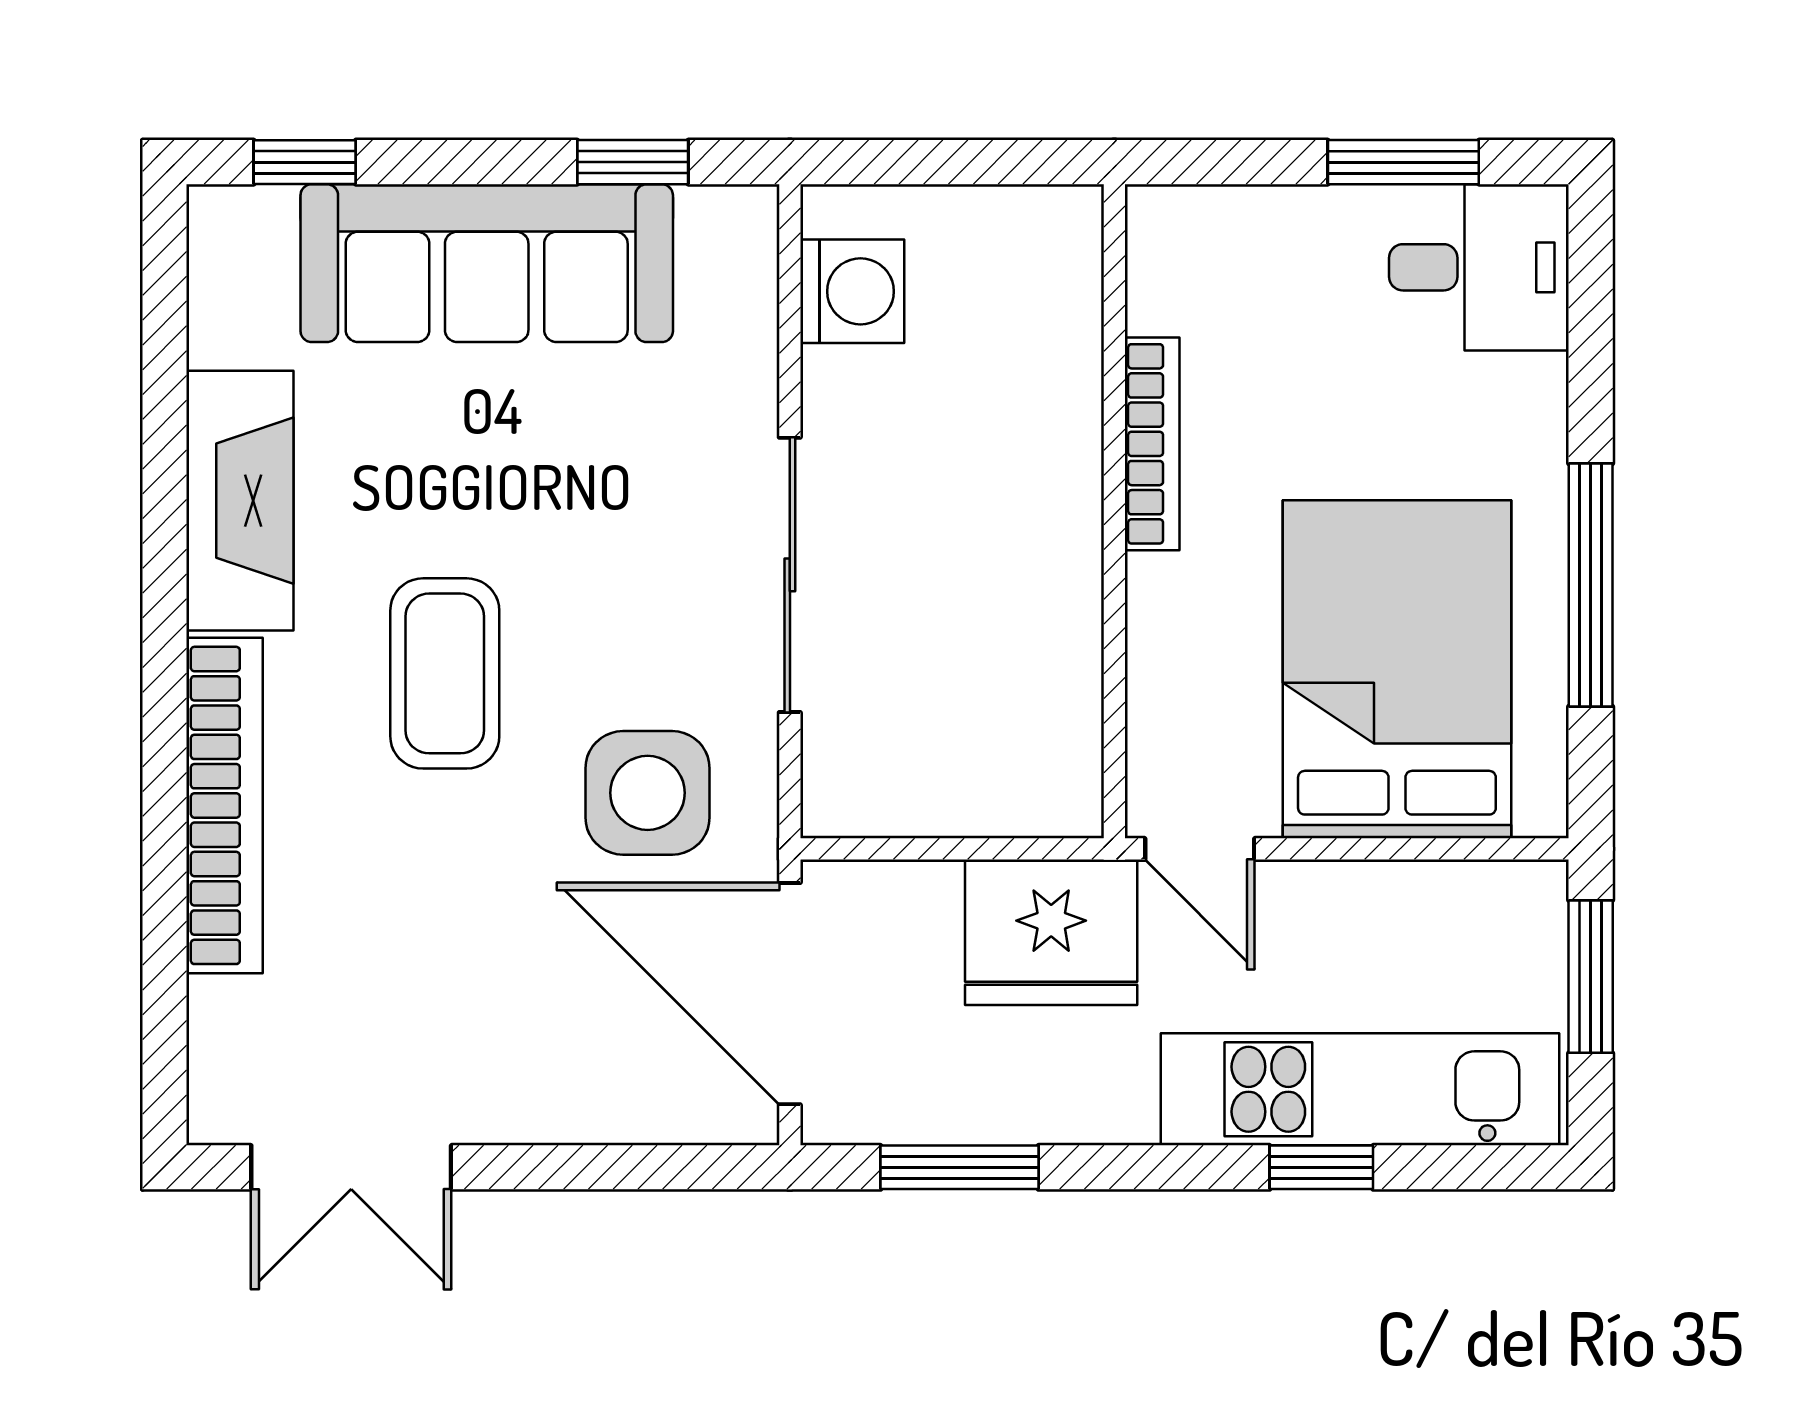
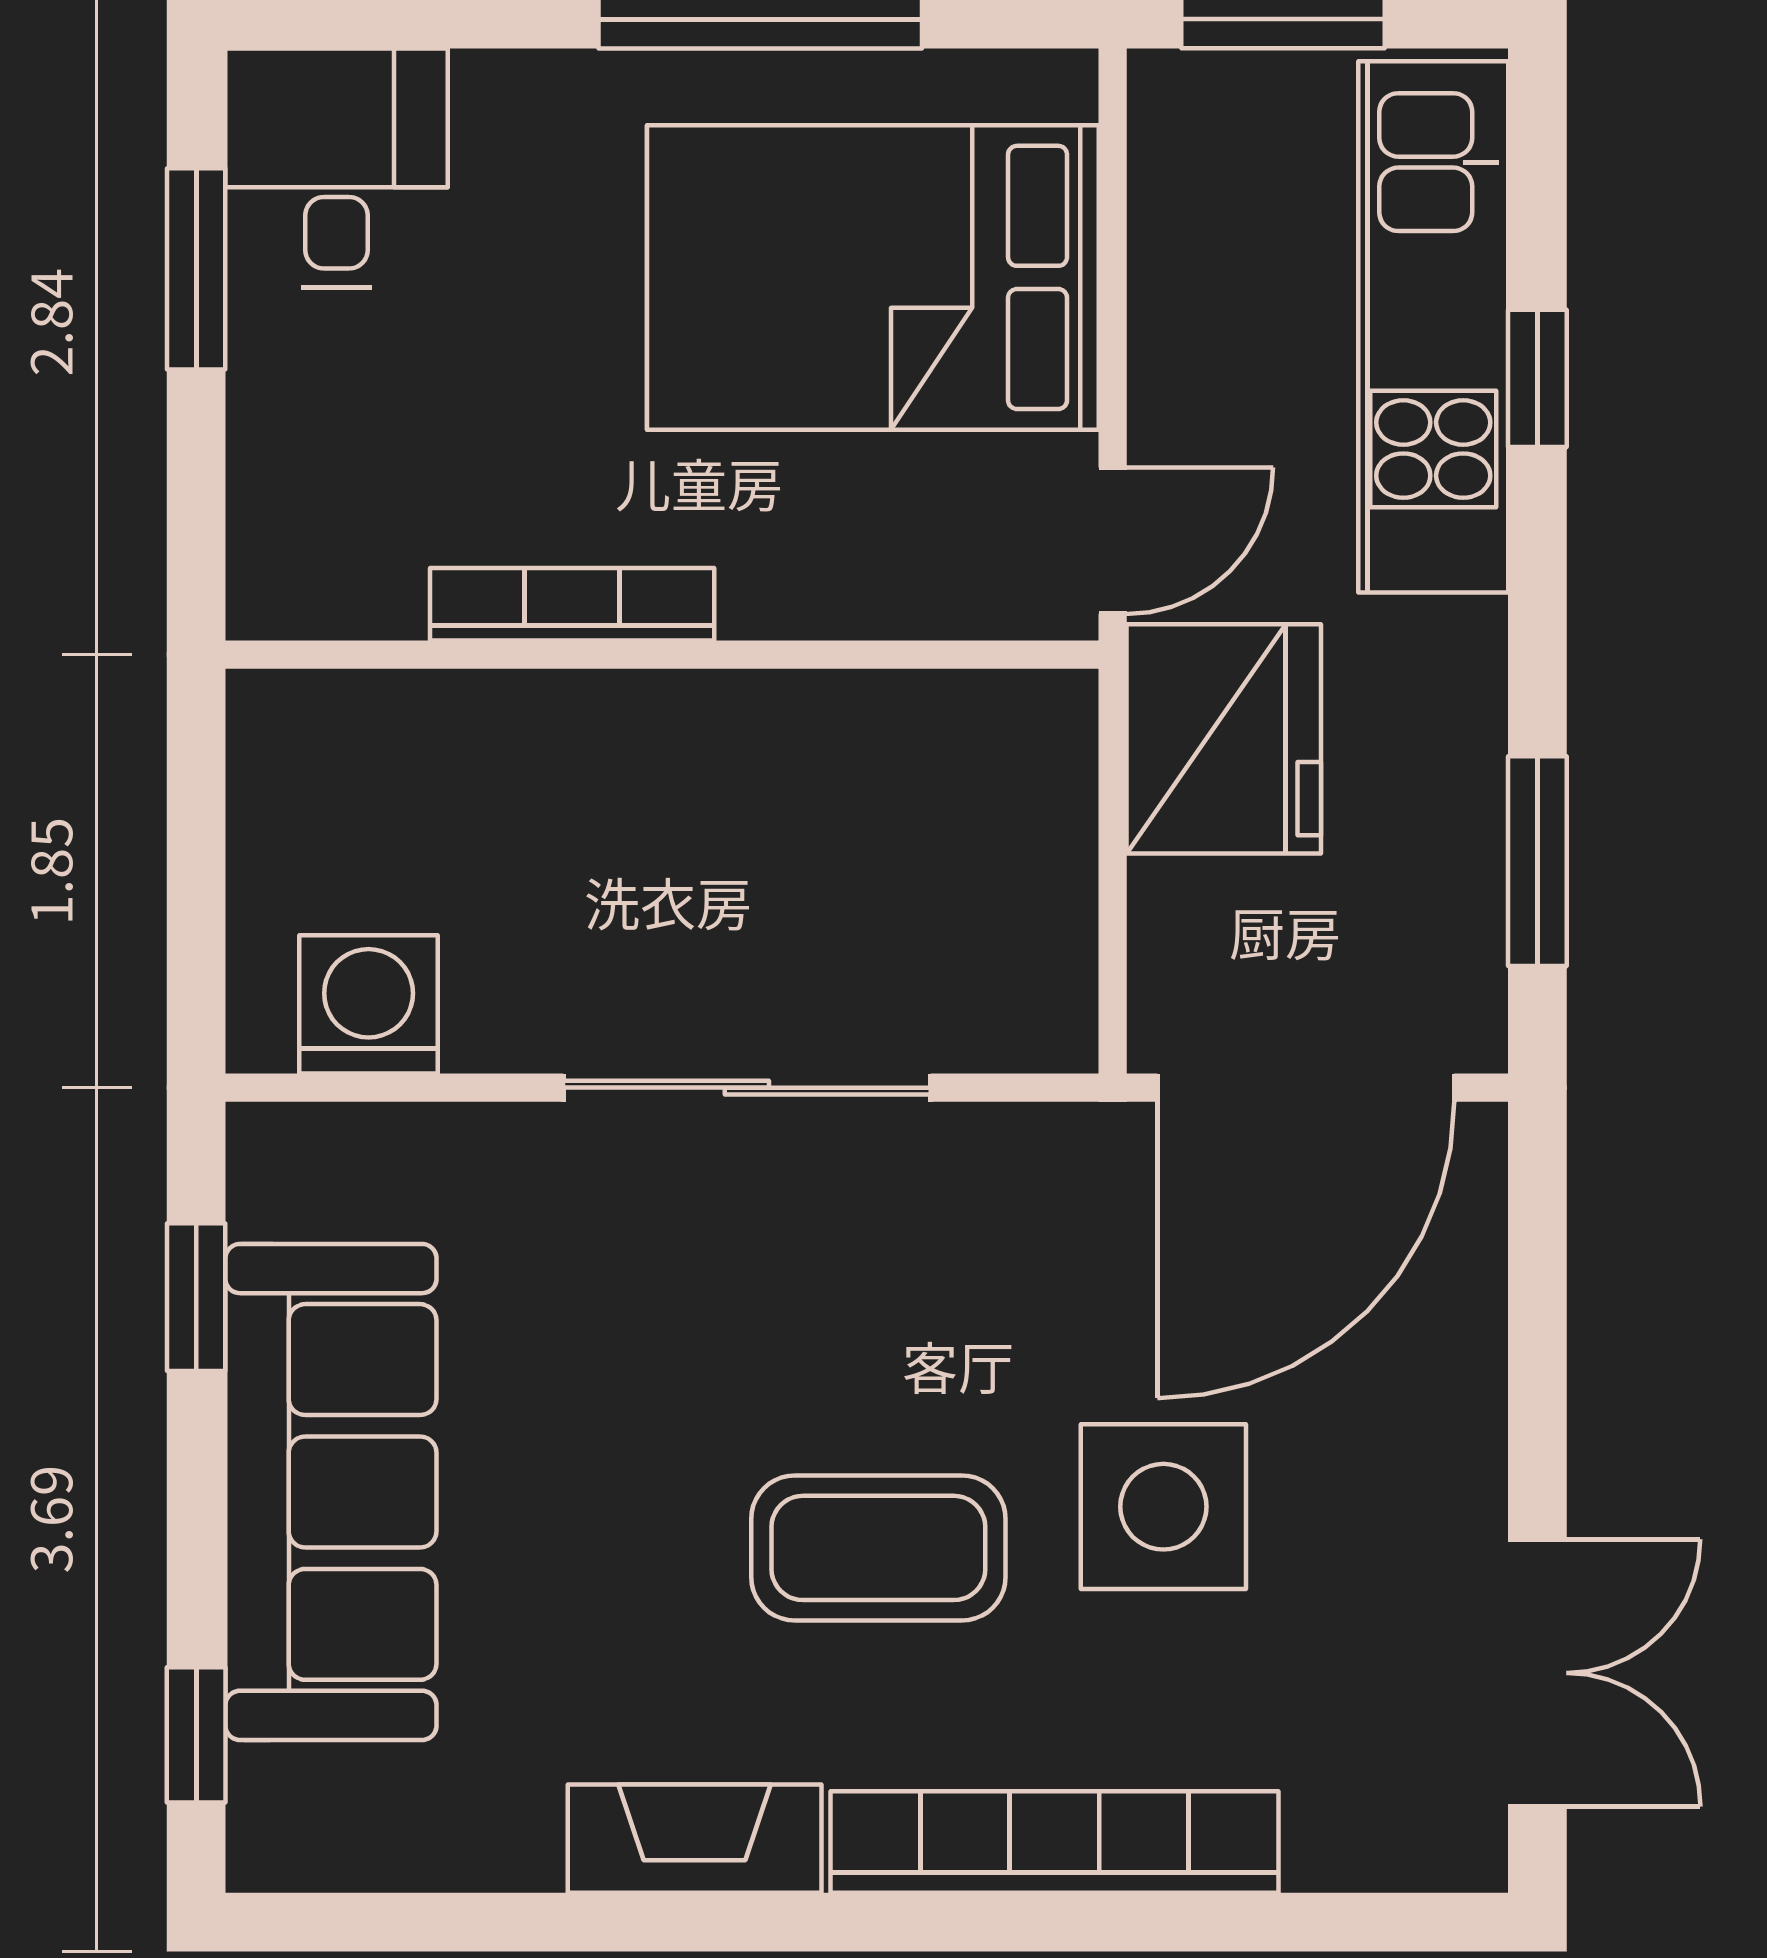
fireplace: (240, 501) -> (695, 1839), width x0.73, depth x0.76
side table: (648, 793) -> (1163, 1507), moved

